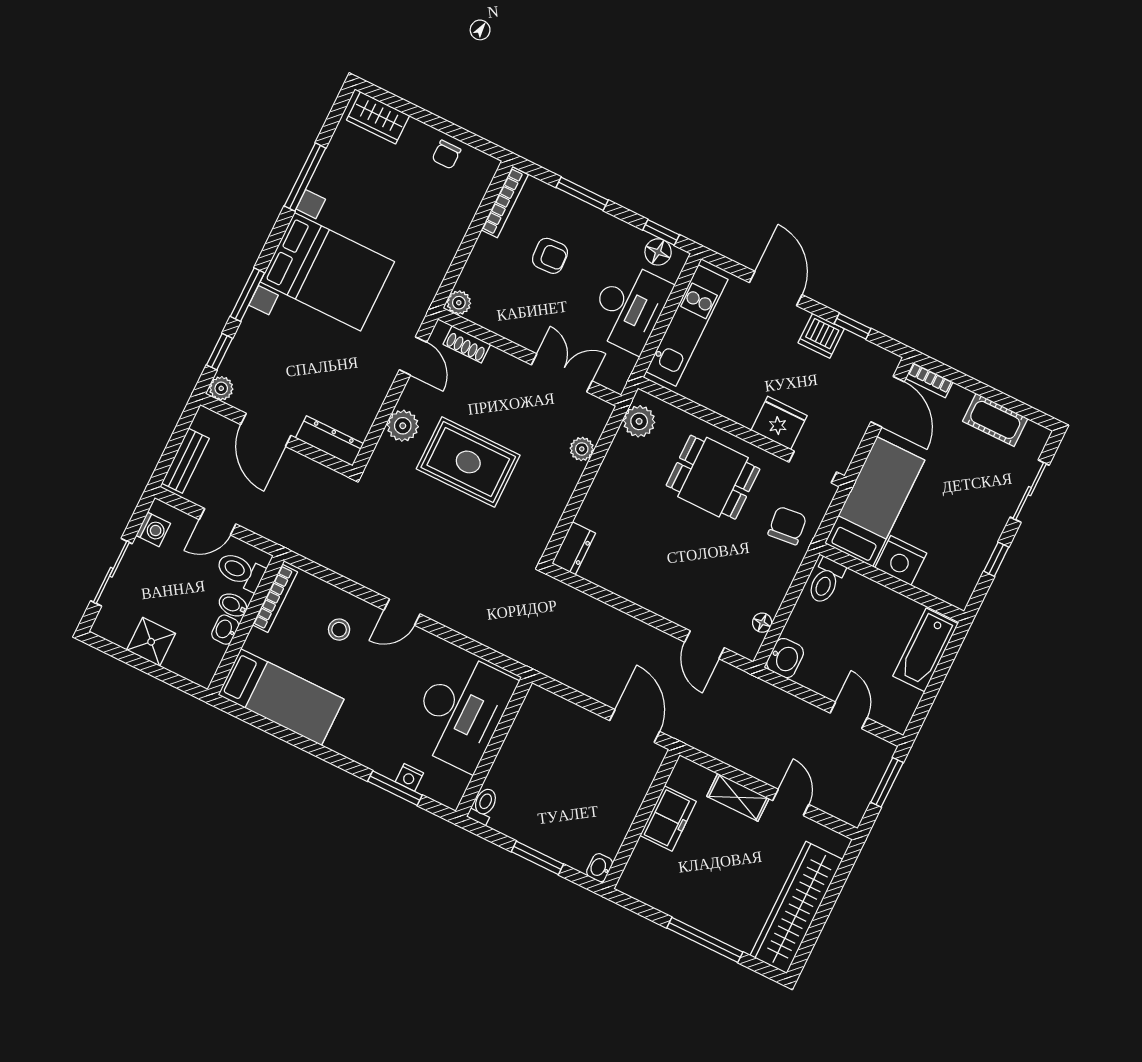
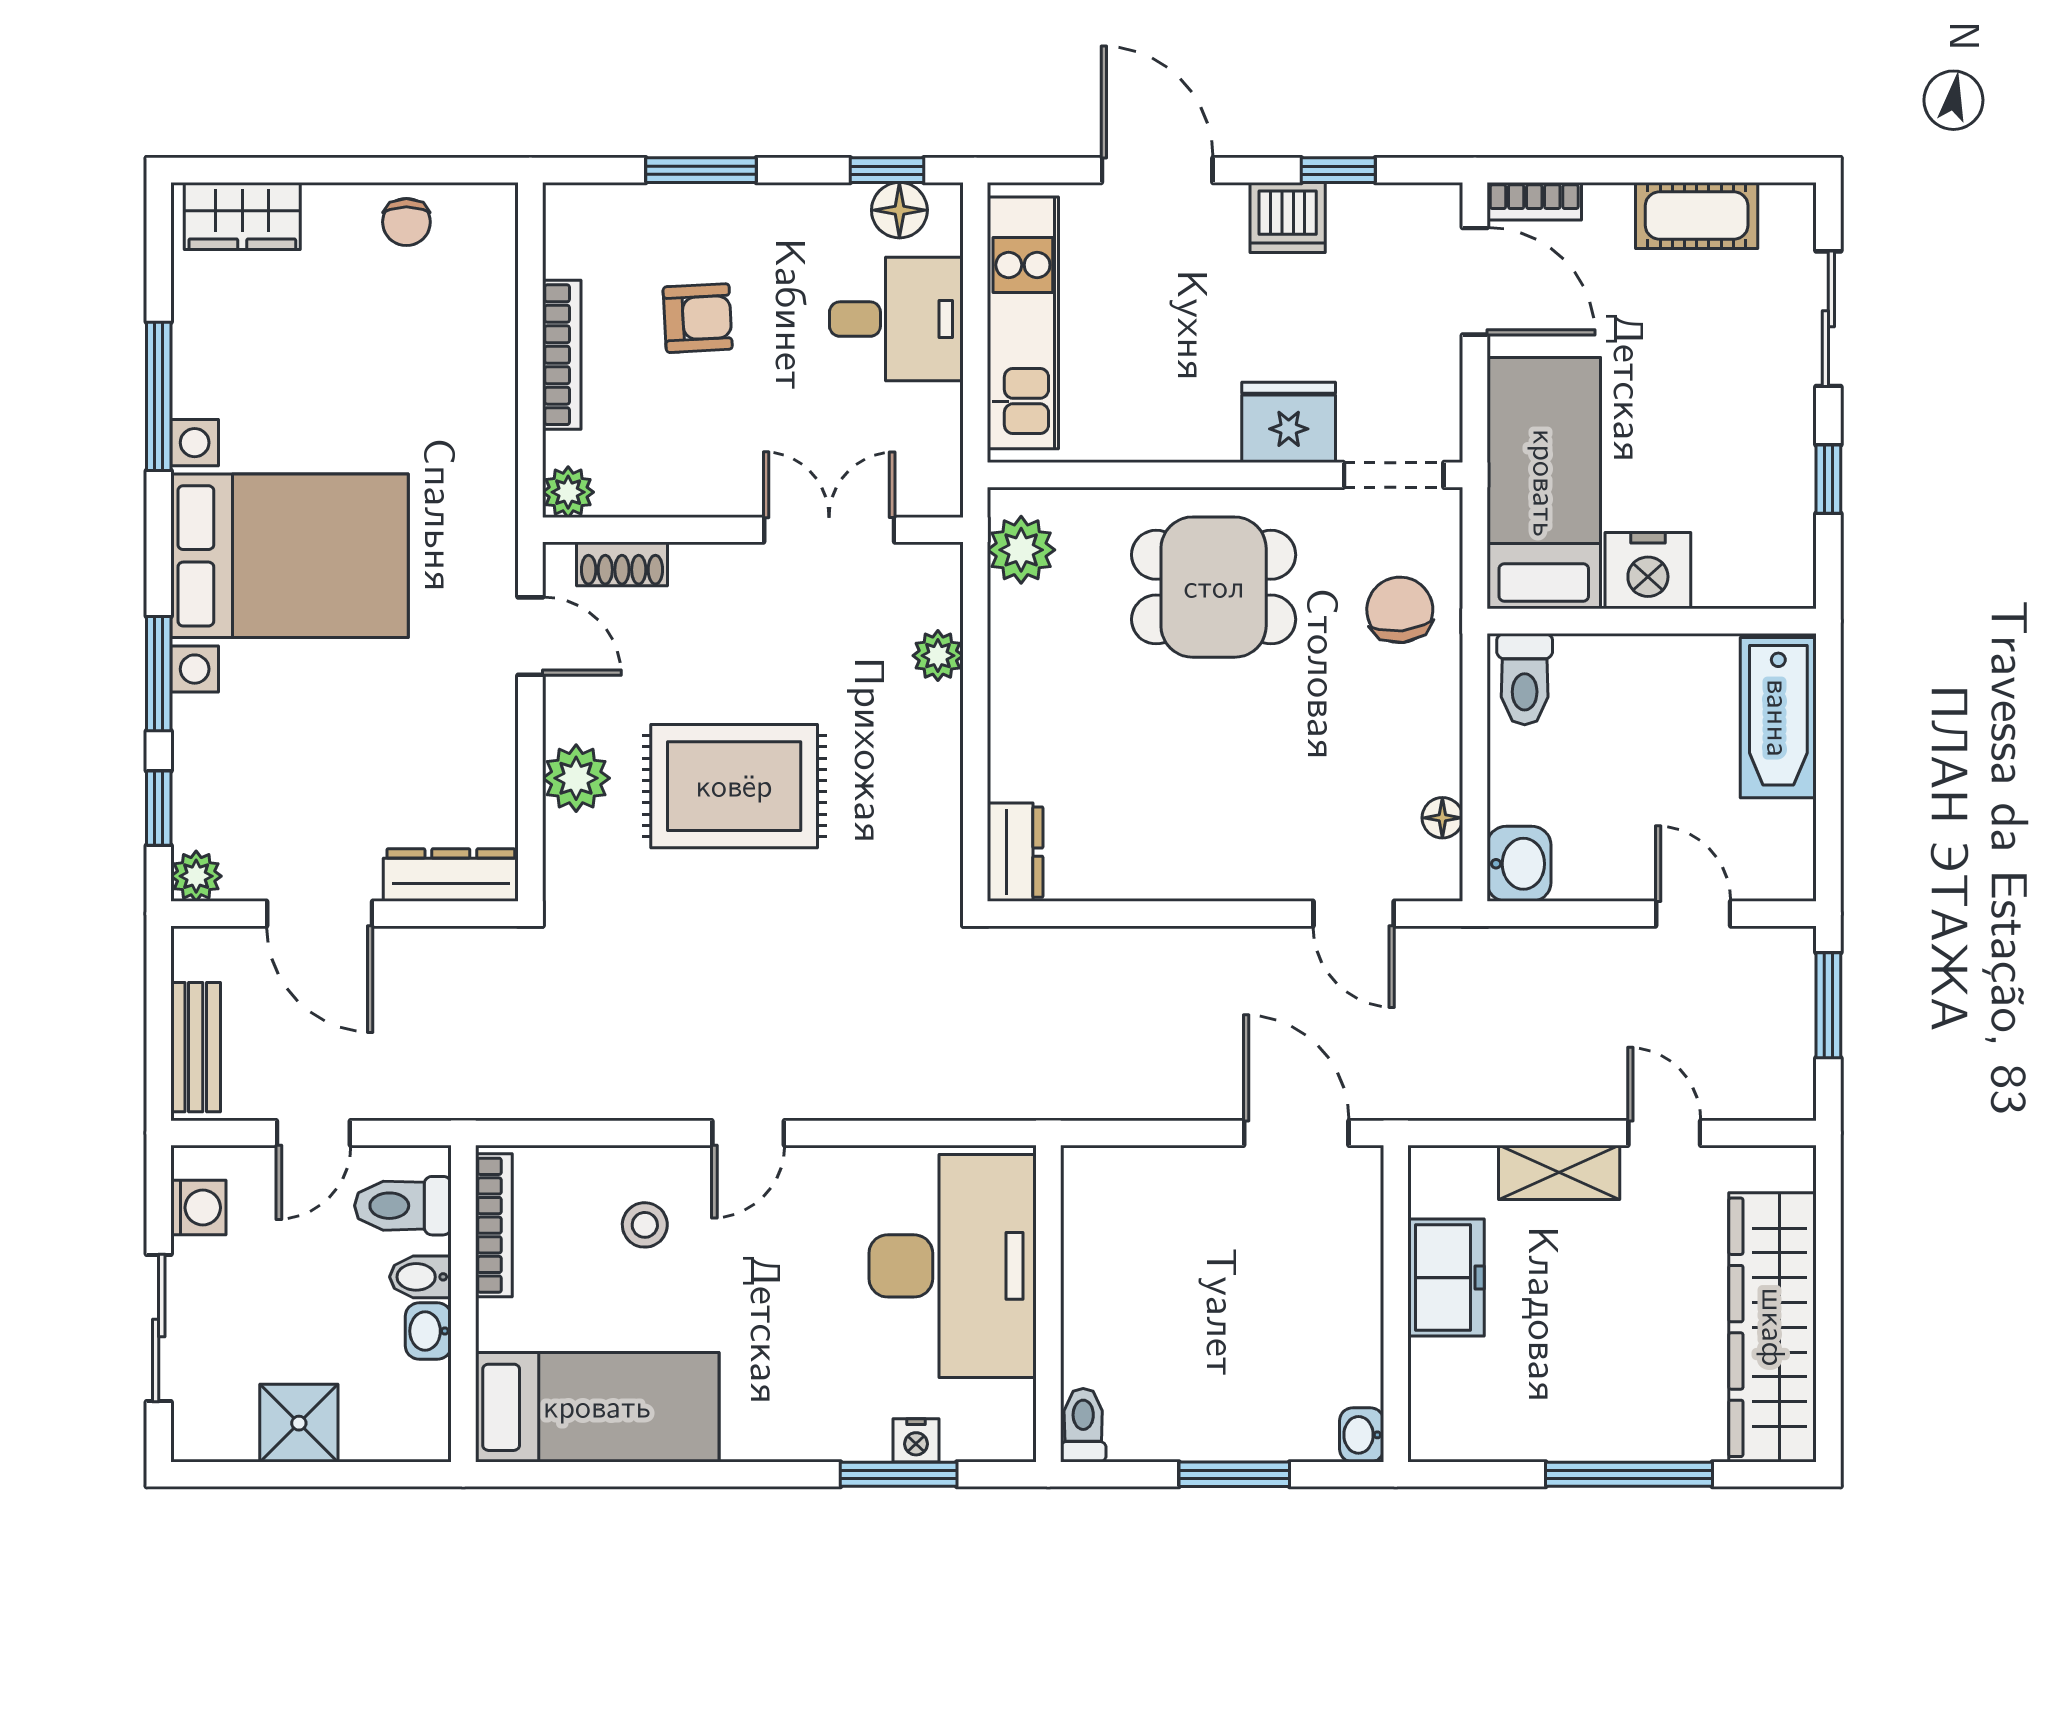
bookcase: (505, 202) -> (562, 355), moved
desk: (629, 307) -> (896, 319), width x0.73

